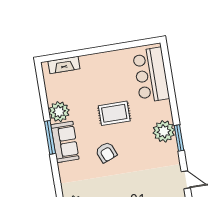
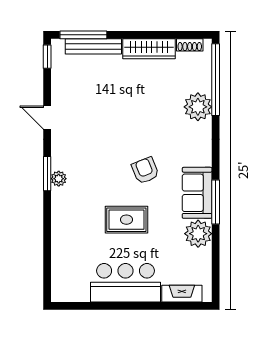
bar counter: (151, 75) -> (125, 283), moved, turned -90
plant: (164, 131) -> (59, 179), width x0.53, depth x0.53

